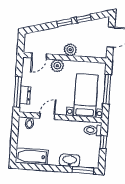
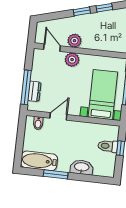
plant: (70, 50) -> (74, 41), moved
door: (39, 56) -> (52, 48), swing flipped
toilet: (93, 130) -> (108, 146), moved
window: (83, 170) -> (56, 174), moved

